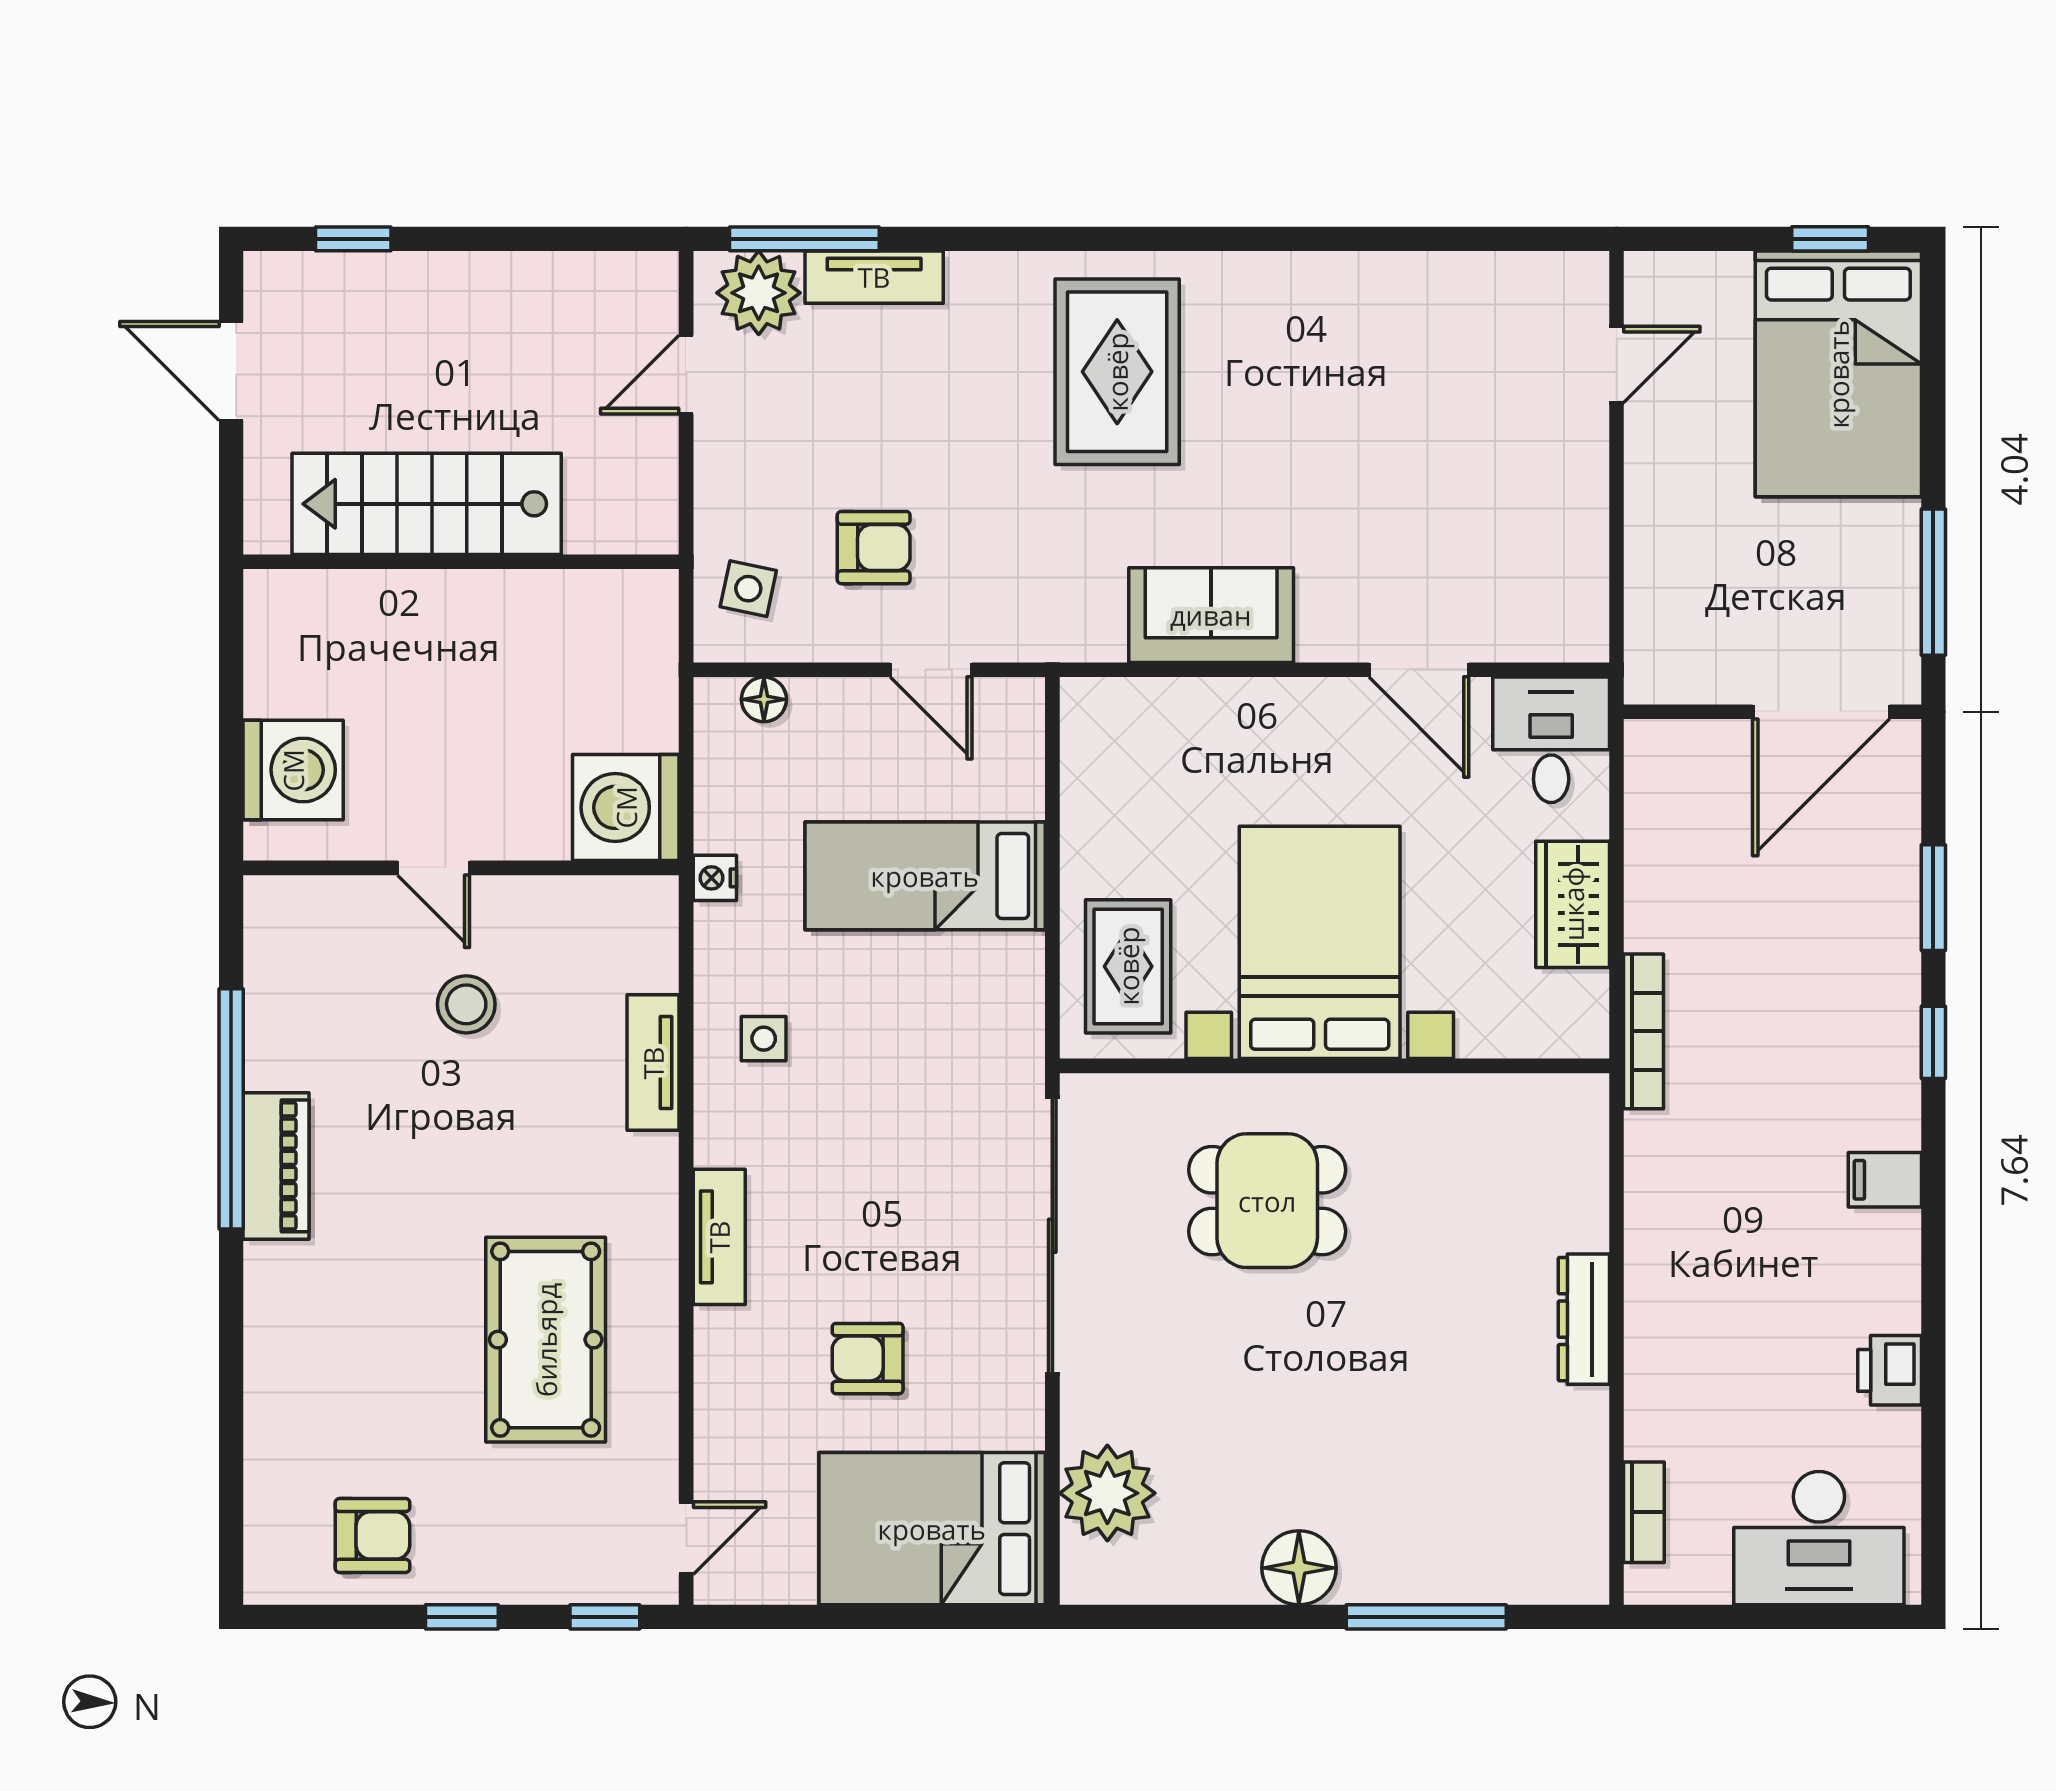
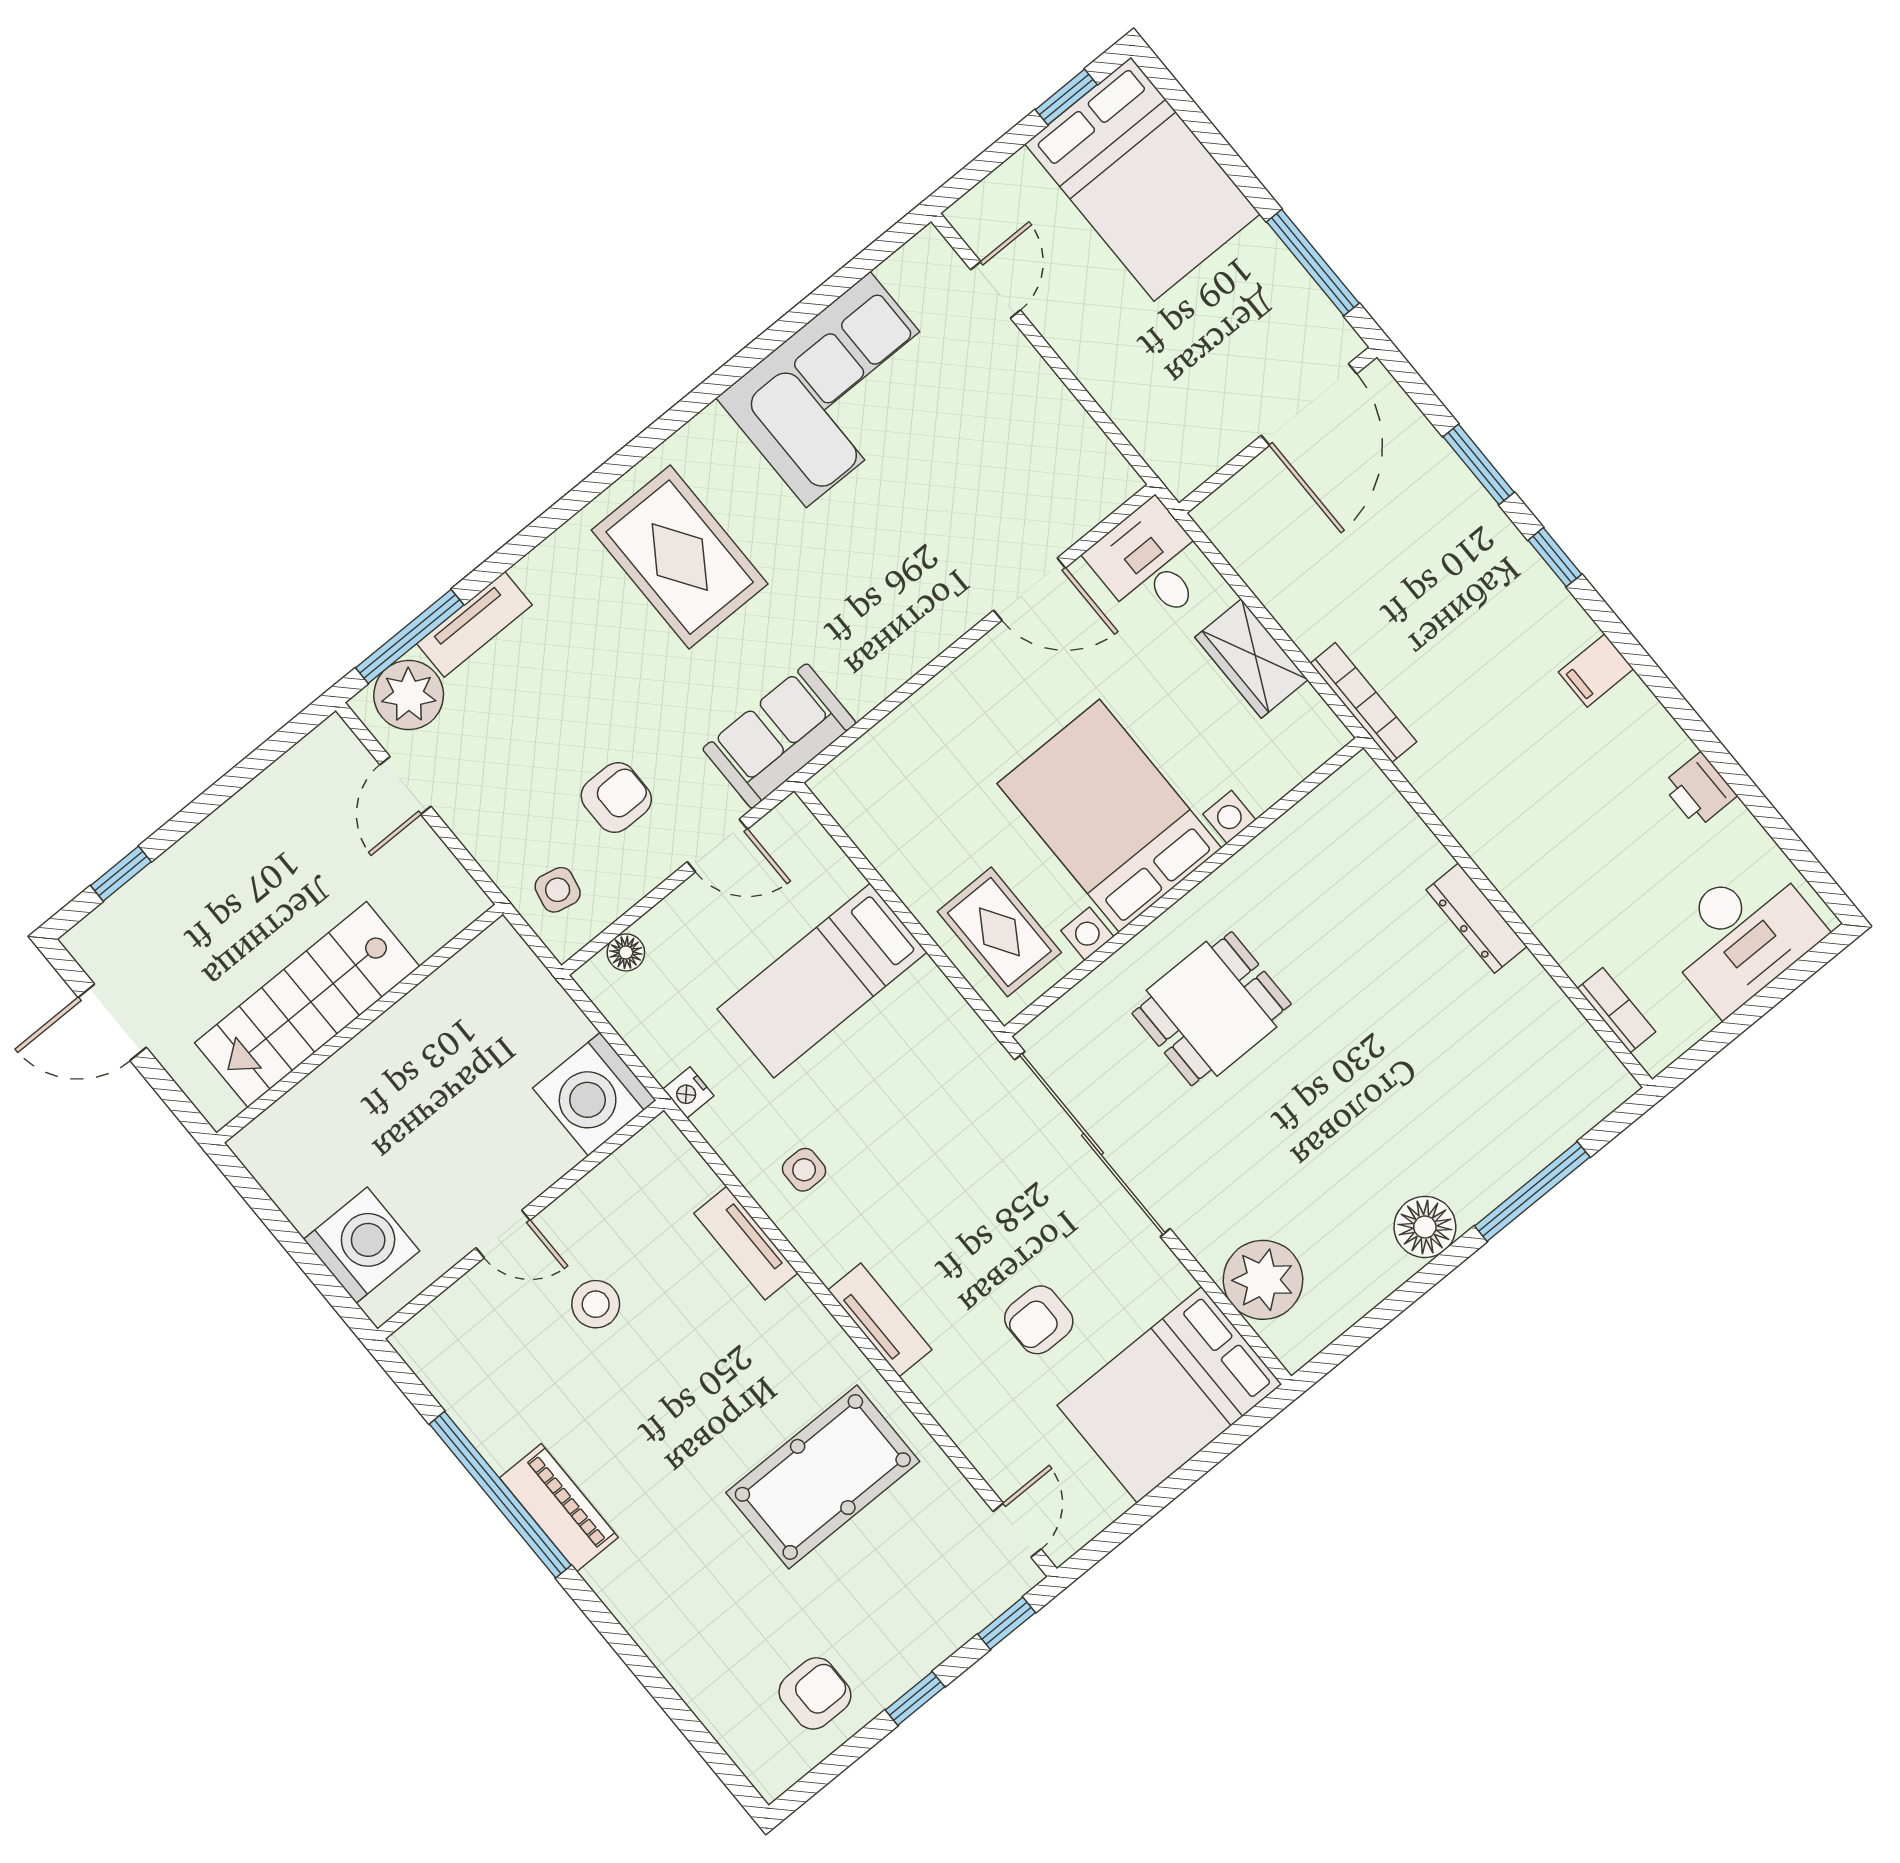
corner sofa: (1393, 337) -> (838, 390), added
sofa: (1211, 615) -> (779, 736), moved
pool table: (546, 1340) -> (823, 1477), turned 90

